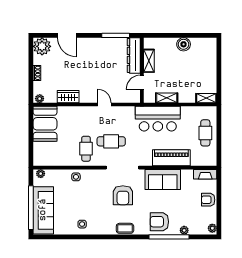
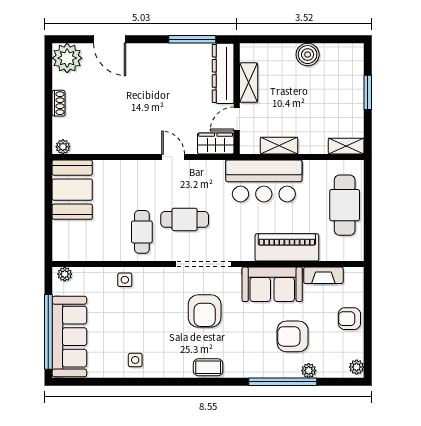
window: (219, 67) -> (368, 92), added
wardrobe: (68, 97) -> (216, 143), moved
cafe table: (205, 133) -> (345, 205), width x1.37, depth x1.35
fireplace: (205, 174) -> (323, 275), moved
armchair: (159, 222) -> (293, 336), moved

